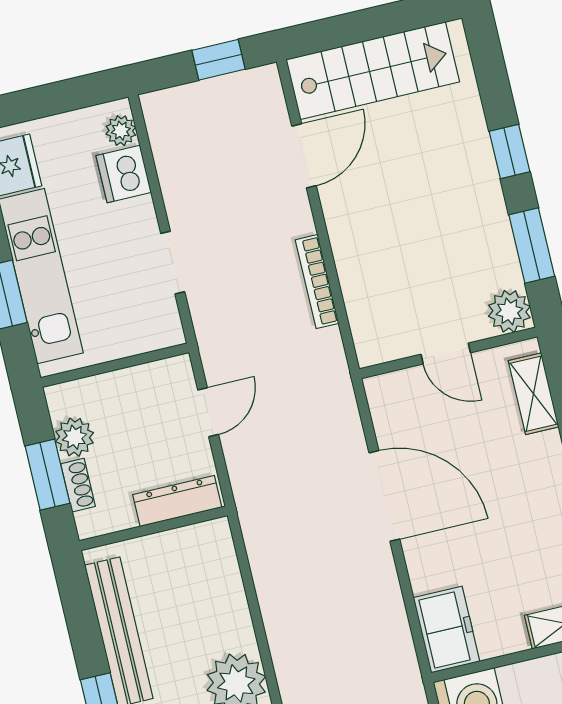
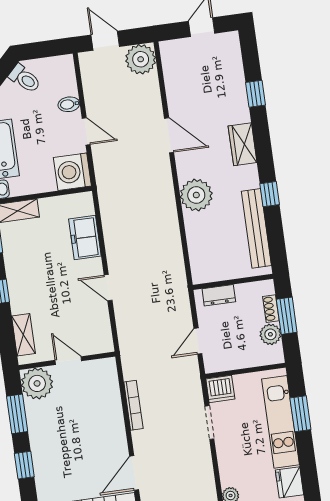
dishwasher: (124, 174) -> (220, 389), moved, turned 90
plant: (509, 311) -> (37, 383), width x1.36, depth x1.36
door: (384, 496) -> (108, 288), width x0.53
dresser: (177, 501) -> (219, 295), width x0.70
freezer: (447, 630) -> (85, 238), moved

